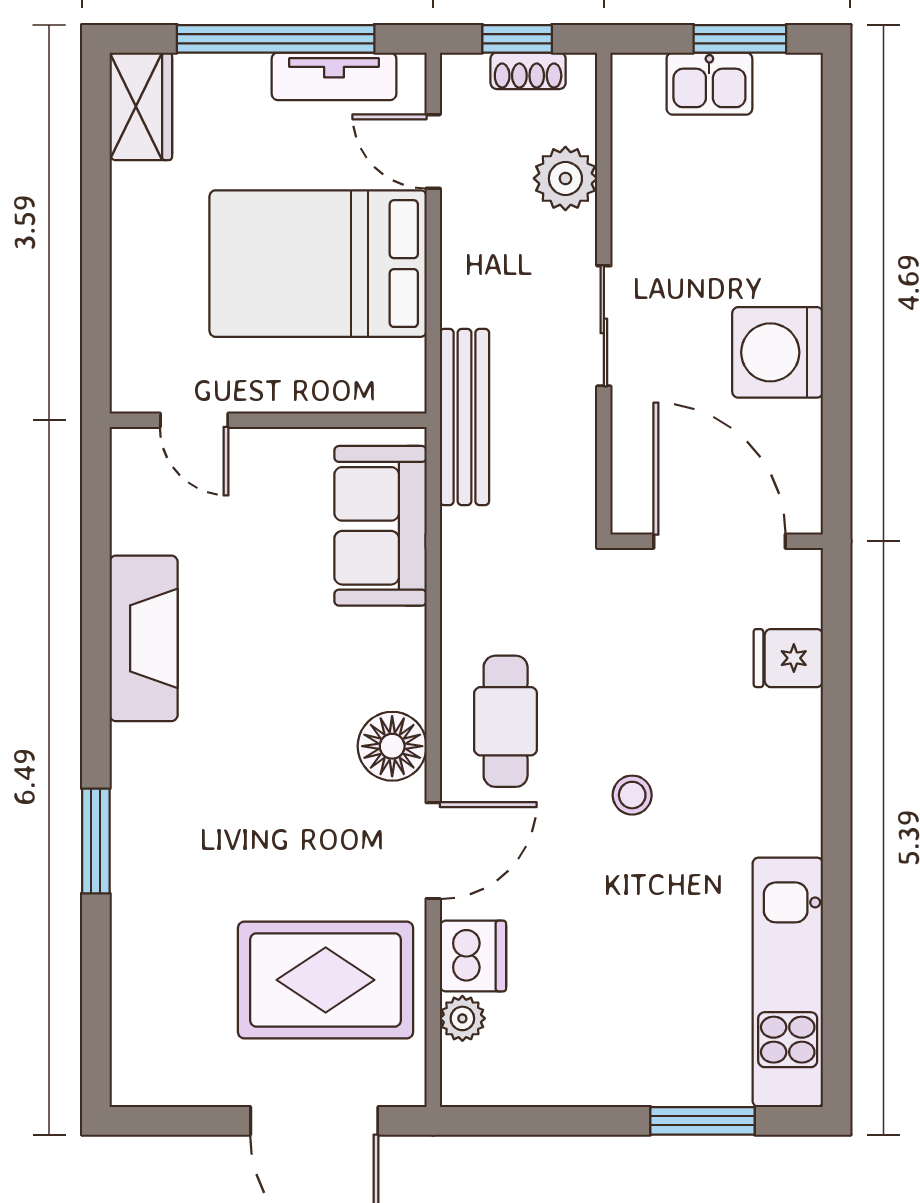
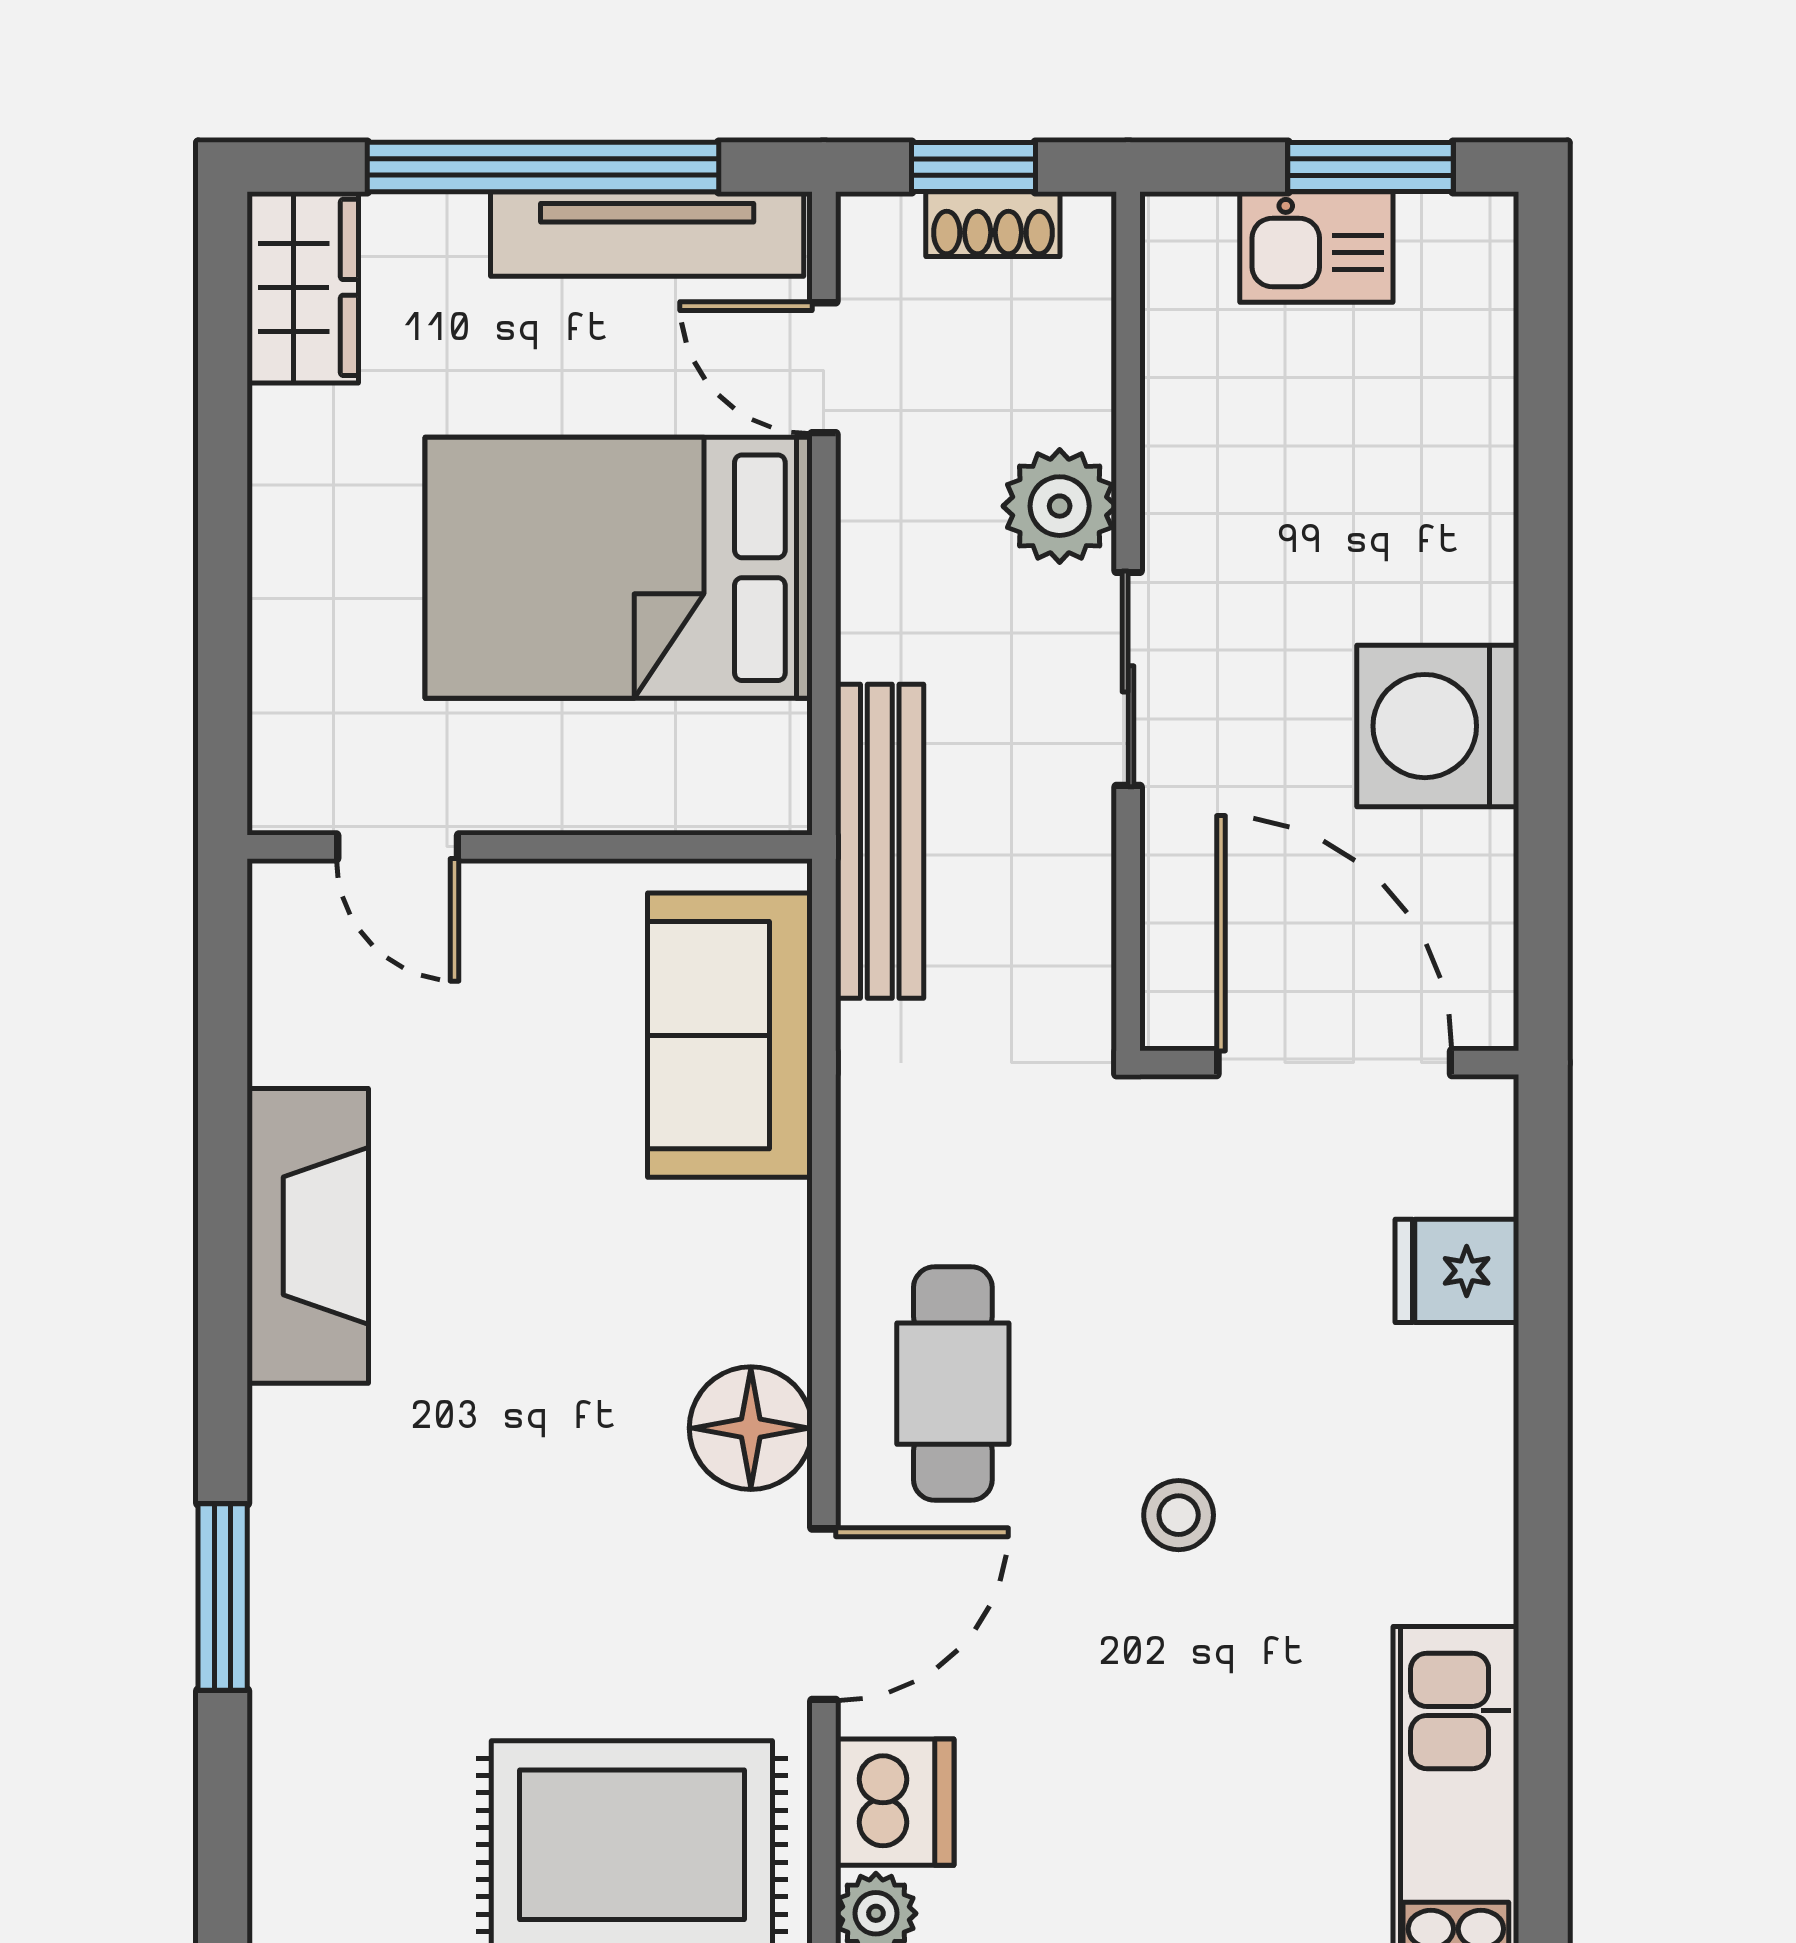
tv unit: (334, 76) -> (647, 234), width x1.41
plant: (565, 178) -> (1060, 506), moved

